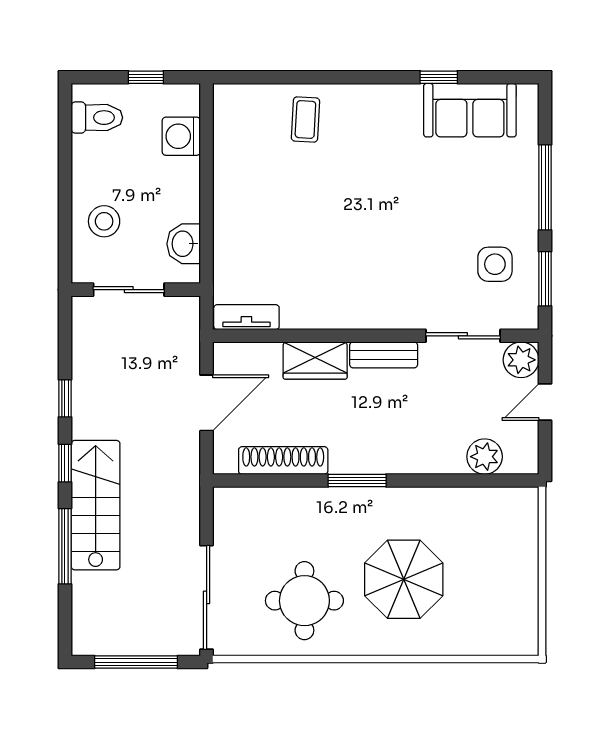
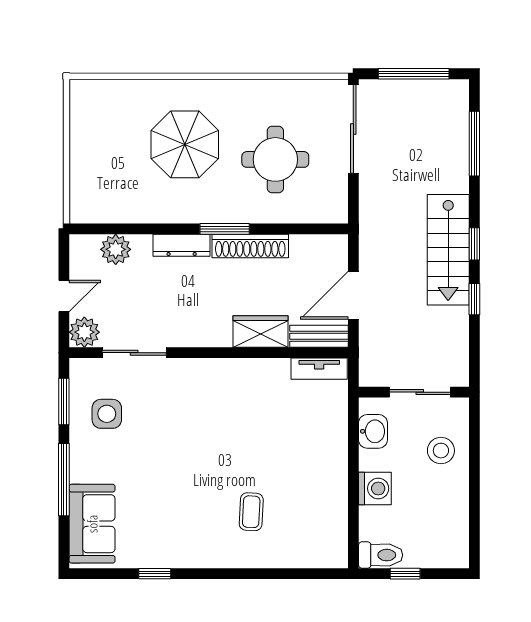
sofa: (470, 110) -> (92, 524), moved, turned 90
toilet: (97, 118) -> (381, 555), moved, turned 180
coffee table: (305, 119) -> (251, 512), moved
washing machine: (181, 136) -> (375, 488), moved
bench: (384, 355) -> (319, 336), moved
shoe rack: (283, 461) -> (250, 246), moved
dresser: (407, 461) -> (182, 245), added
stairs: (96, 505) -> (448, 250), moved
window: (65, 546) -> (474, 144), moved
round table: (304, 601) -> (275, 159), moved

